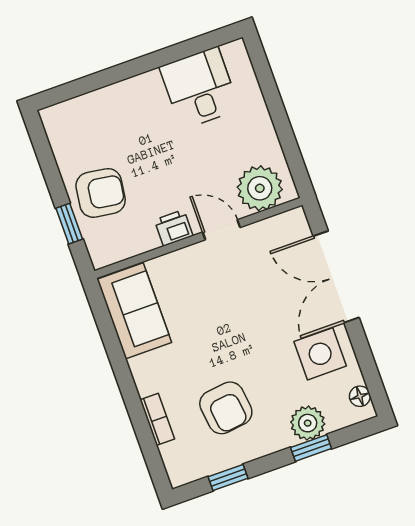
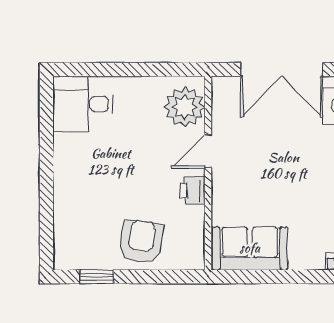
desk: (199, 88) -> (83, 104), moved
window: (69, 224) -> (97, 277), moved

